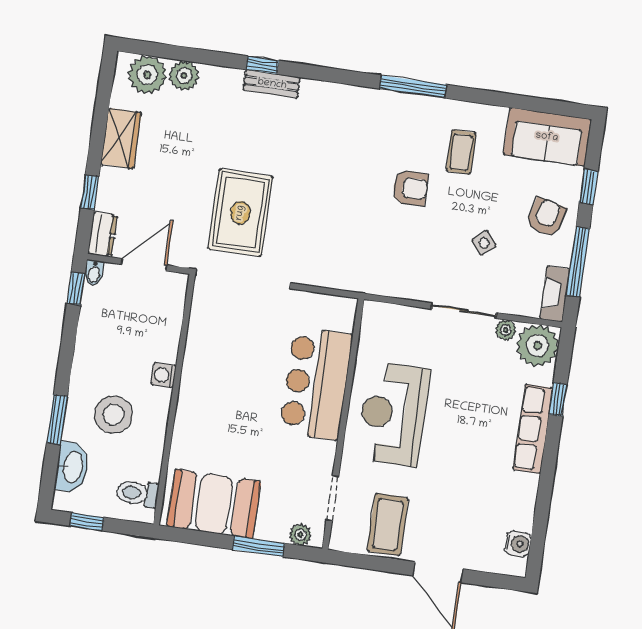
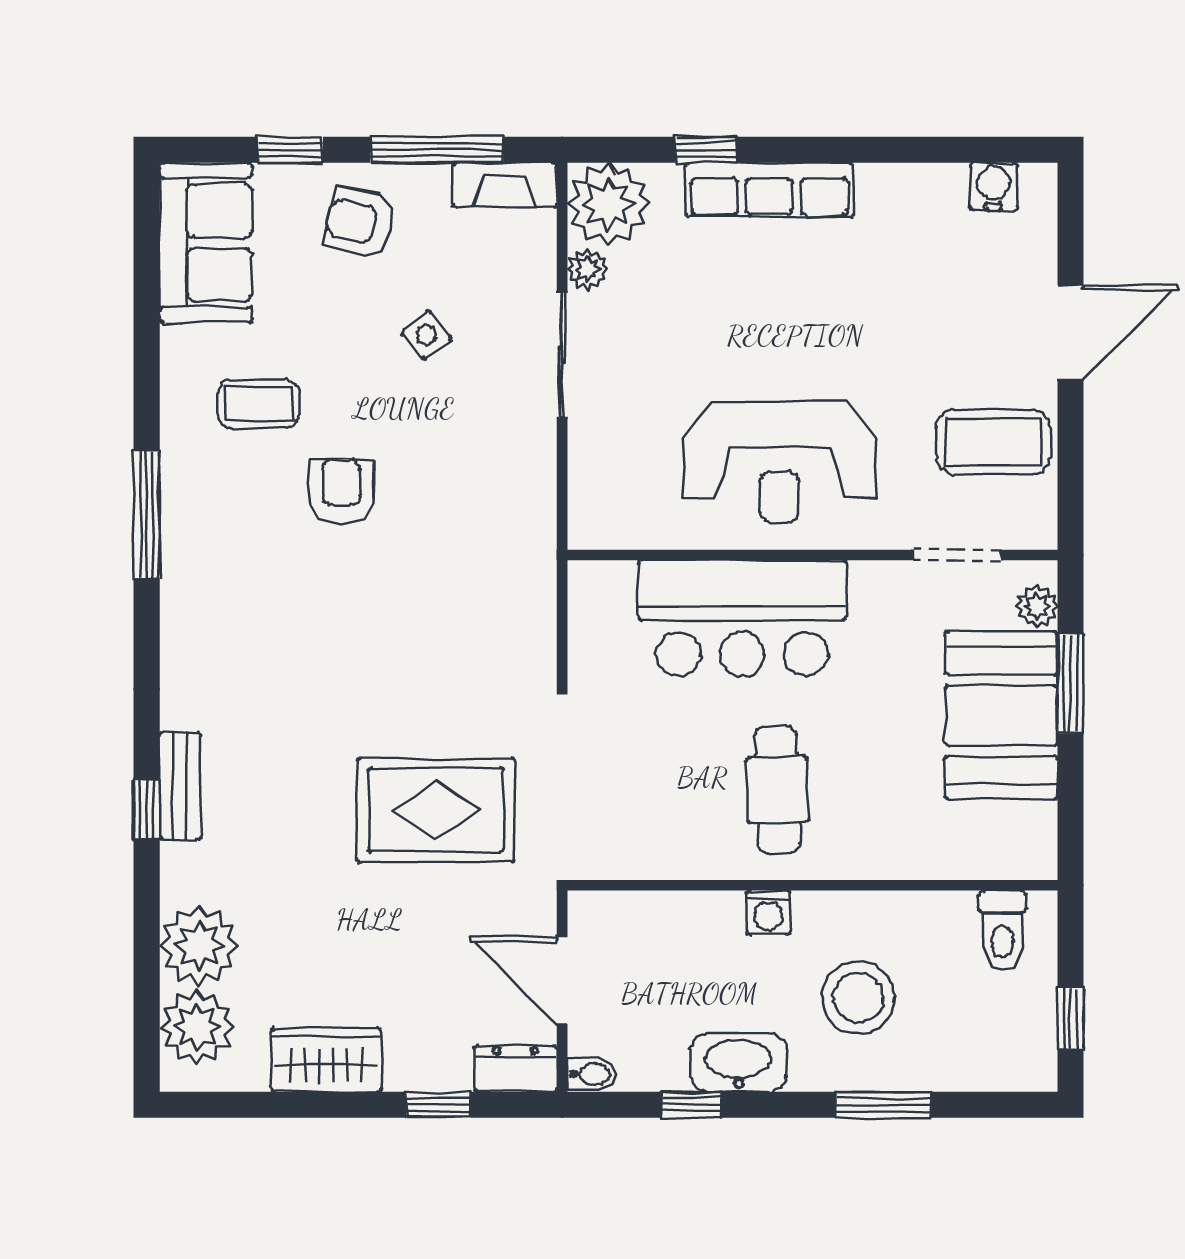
plant: (184, 76) -> (199, 946), width x1.36, depth x1.36
window: (76, 289) -> (692, 1105), moved
cafe table: (226, 389) -> (778, 790), added
washbasin: (72, 467) -> (738, 1063), moved
booth: (214, 504) -> (1001, 715), moved

